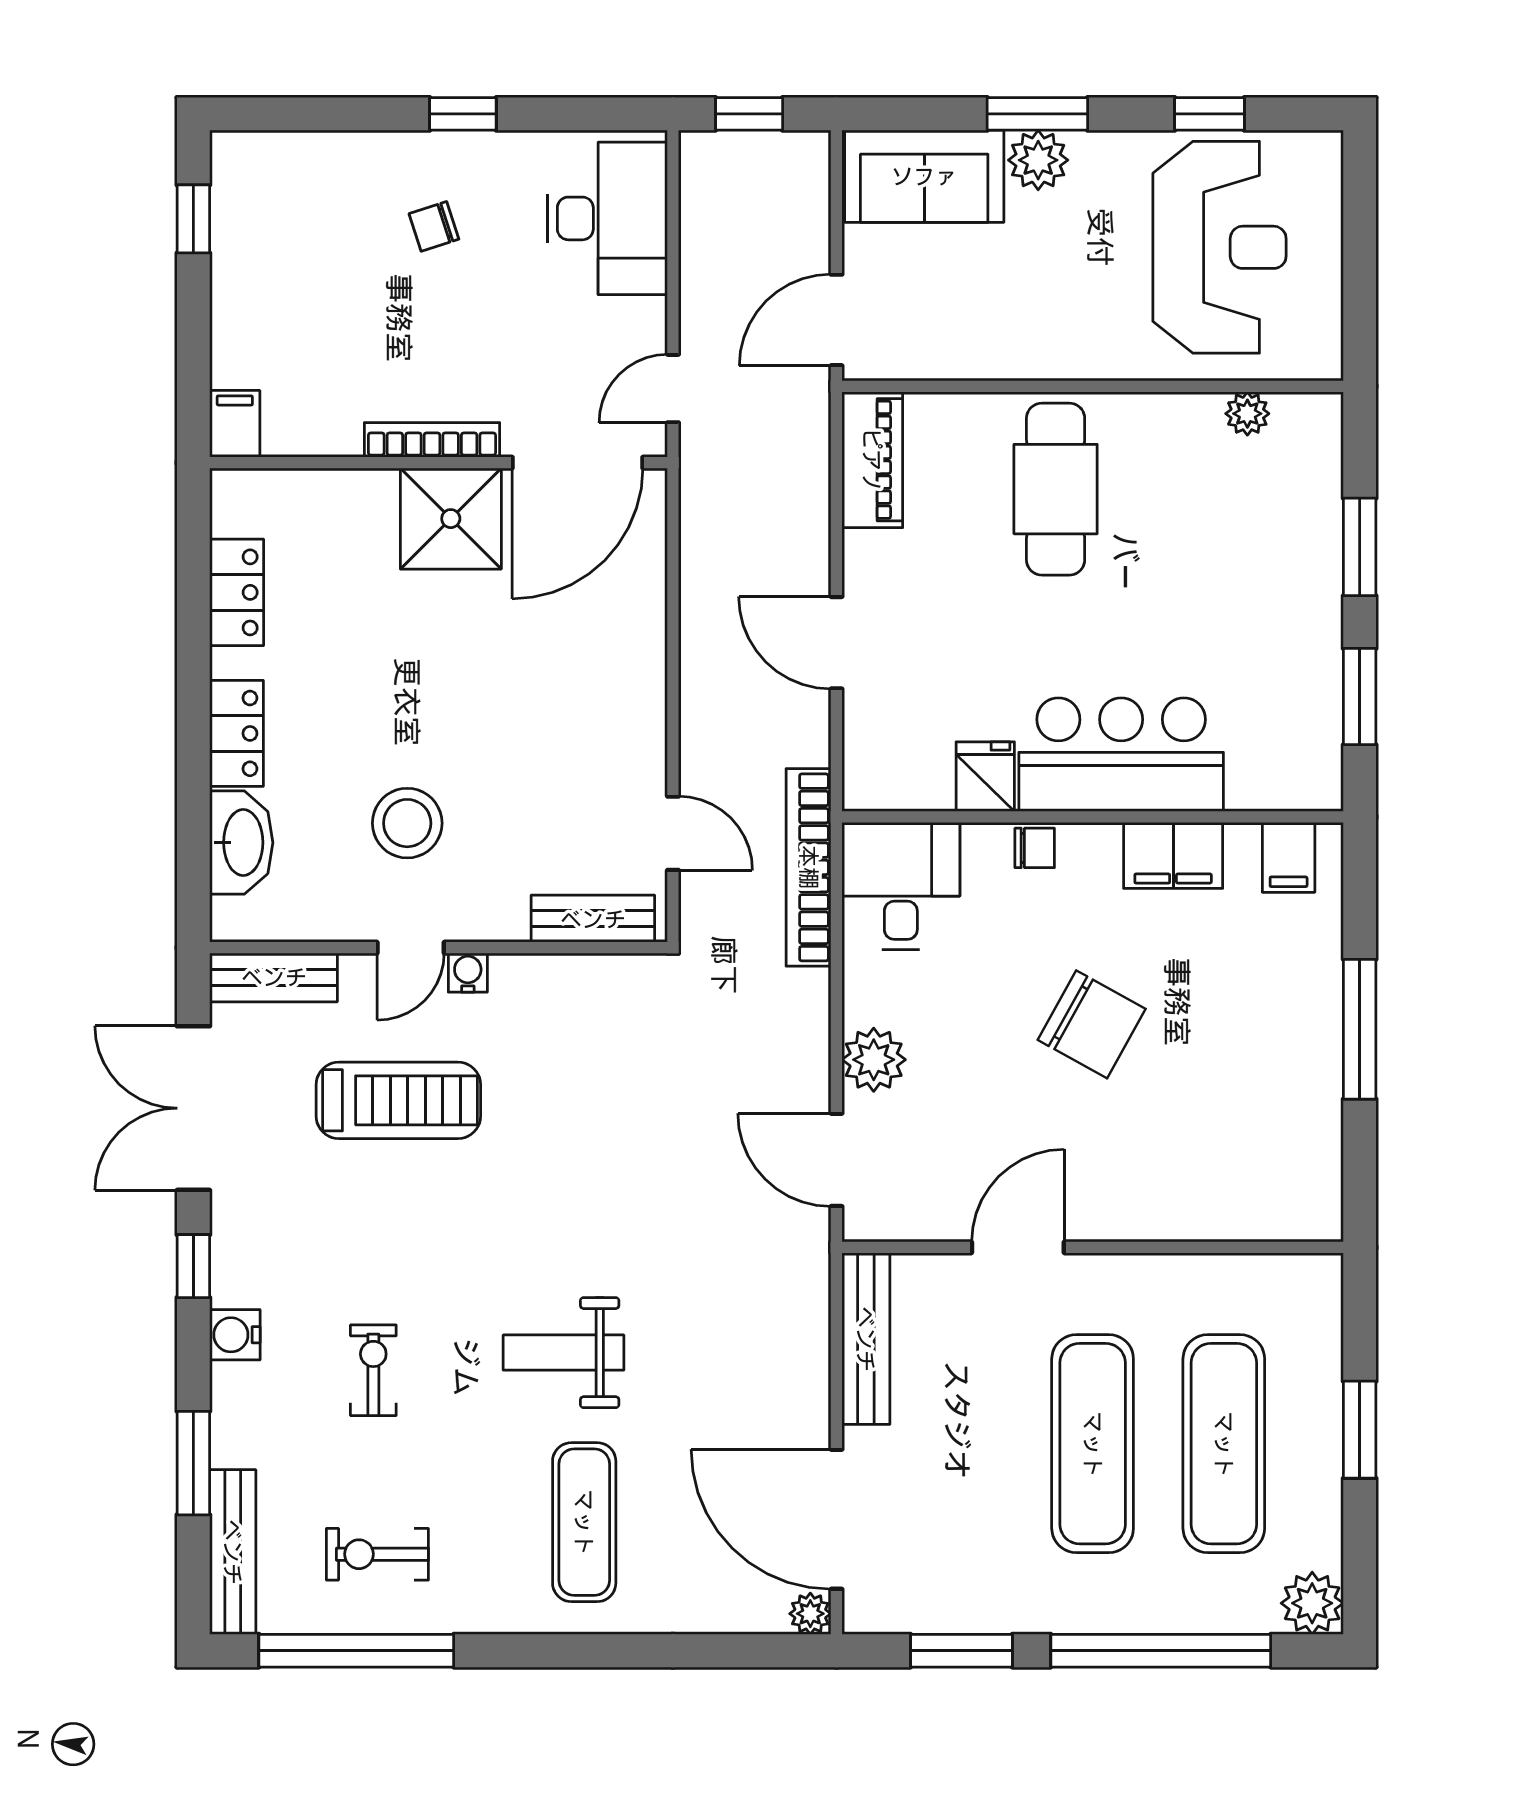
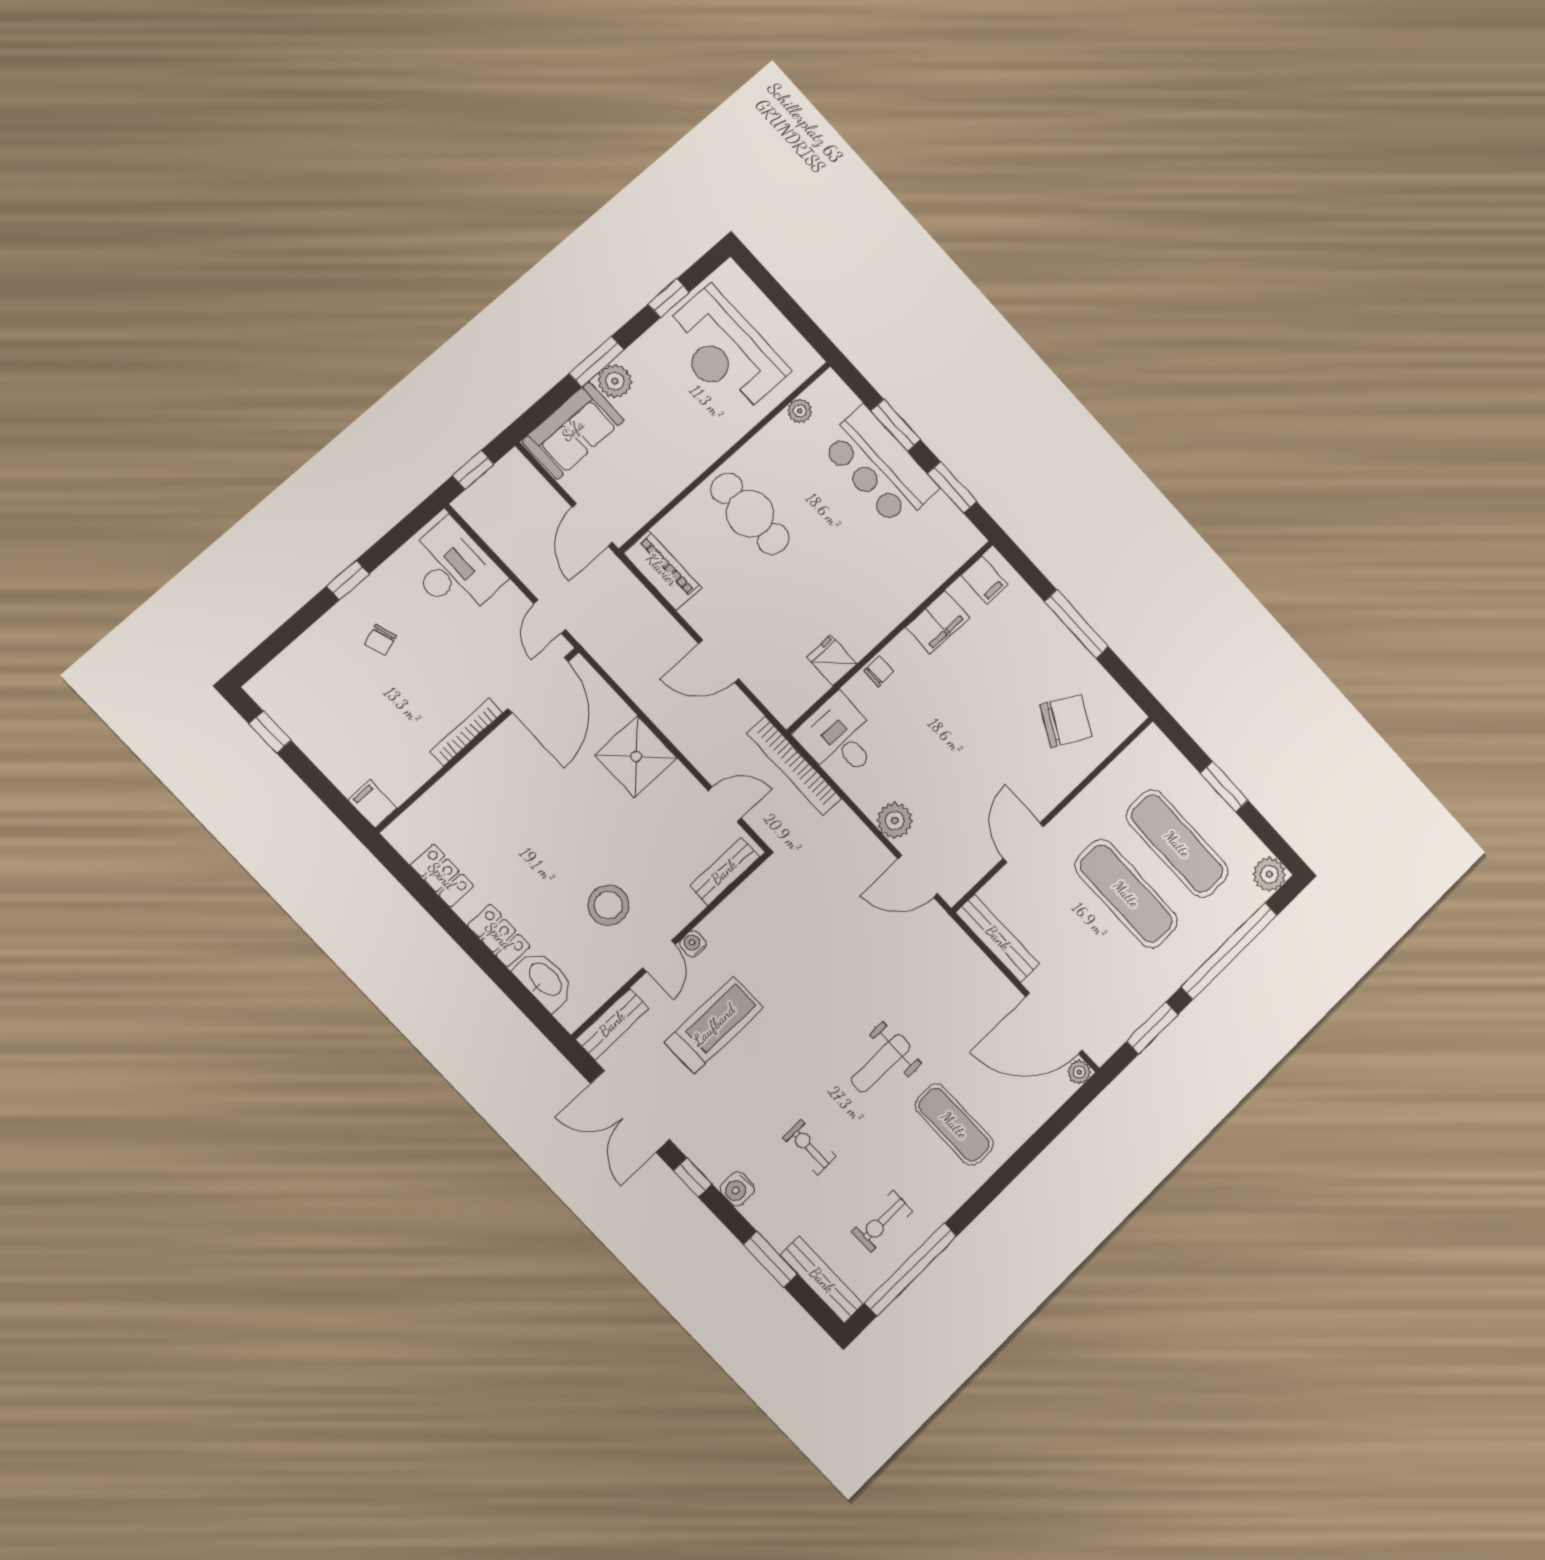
reception desk: (1219, 247) -> (724, 351), turned 180
shower: (451, 519) -> (636, 757), moved
bar counter: (1121, 755) -> (879, 466), moved, turned -90
chair: (1092, 1024) -> (1066, 721), moved

